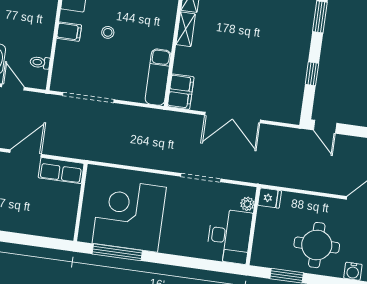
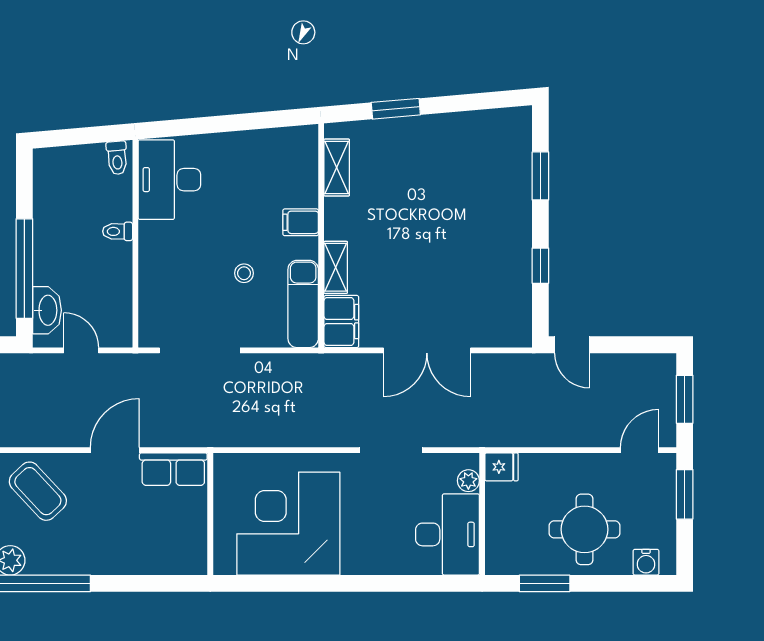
shelving: (186, 29) -> (336, 267), moved
filing cabinet: (69, 32) -> (301, 222), moved, turned 180
stool: (108, 32) -> (244, 273), moved
toilet: (40, 62) -> (118, 231), moved
window: (117, 252) -> (278, 583), removed

